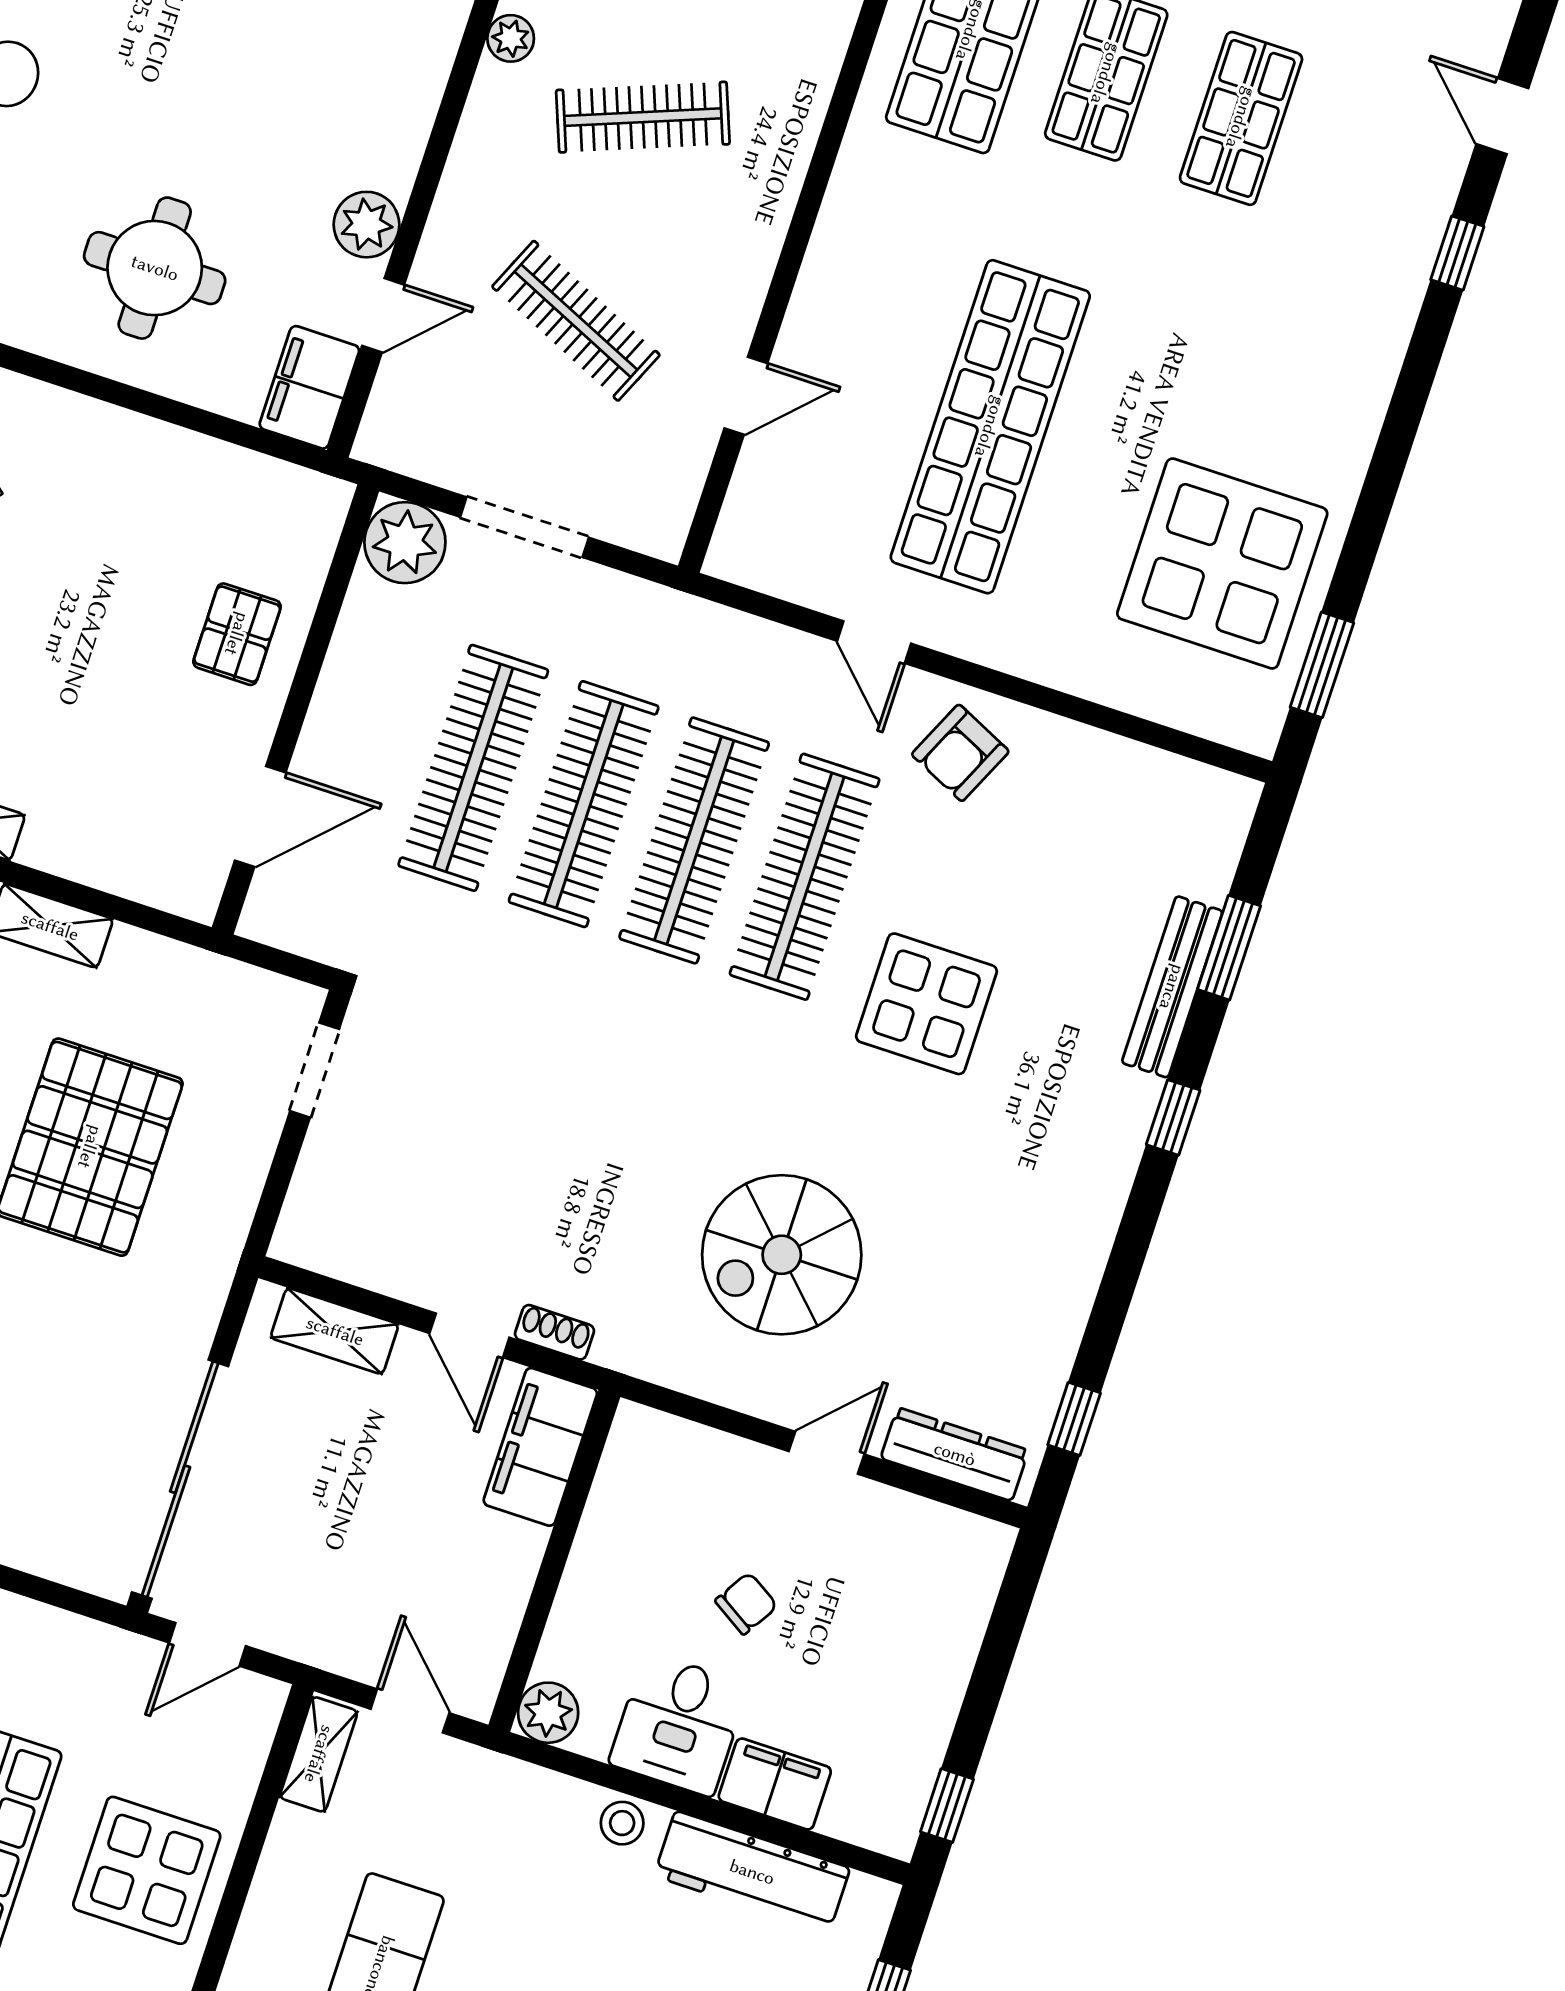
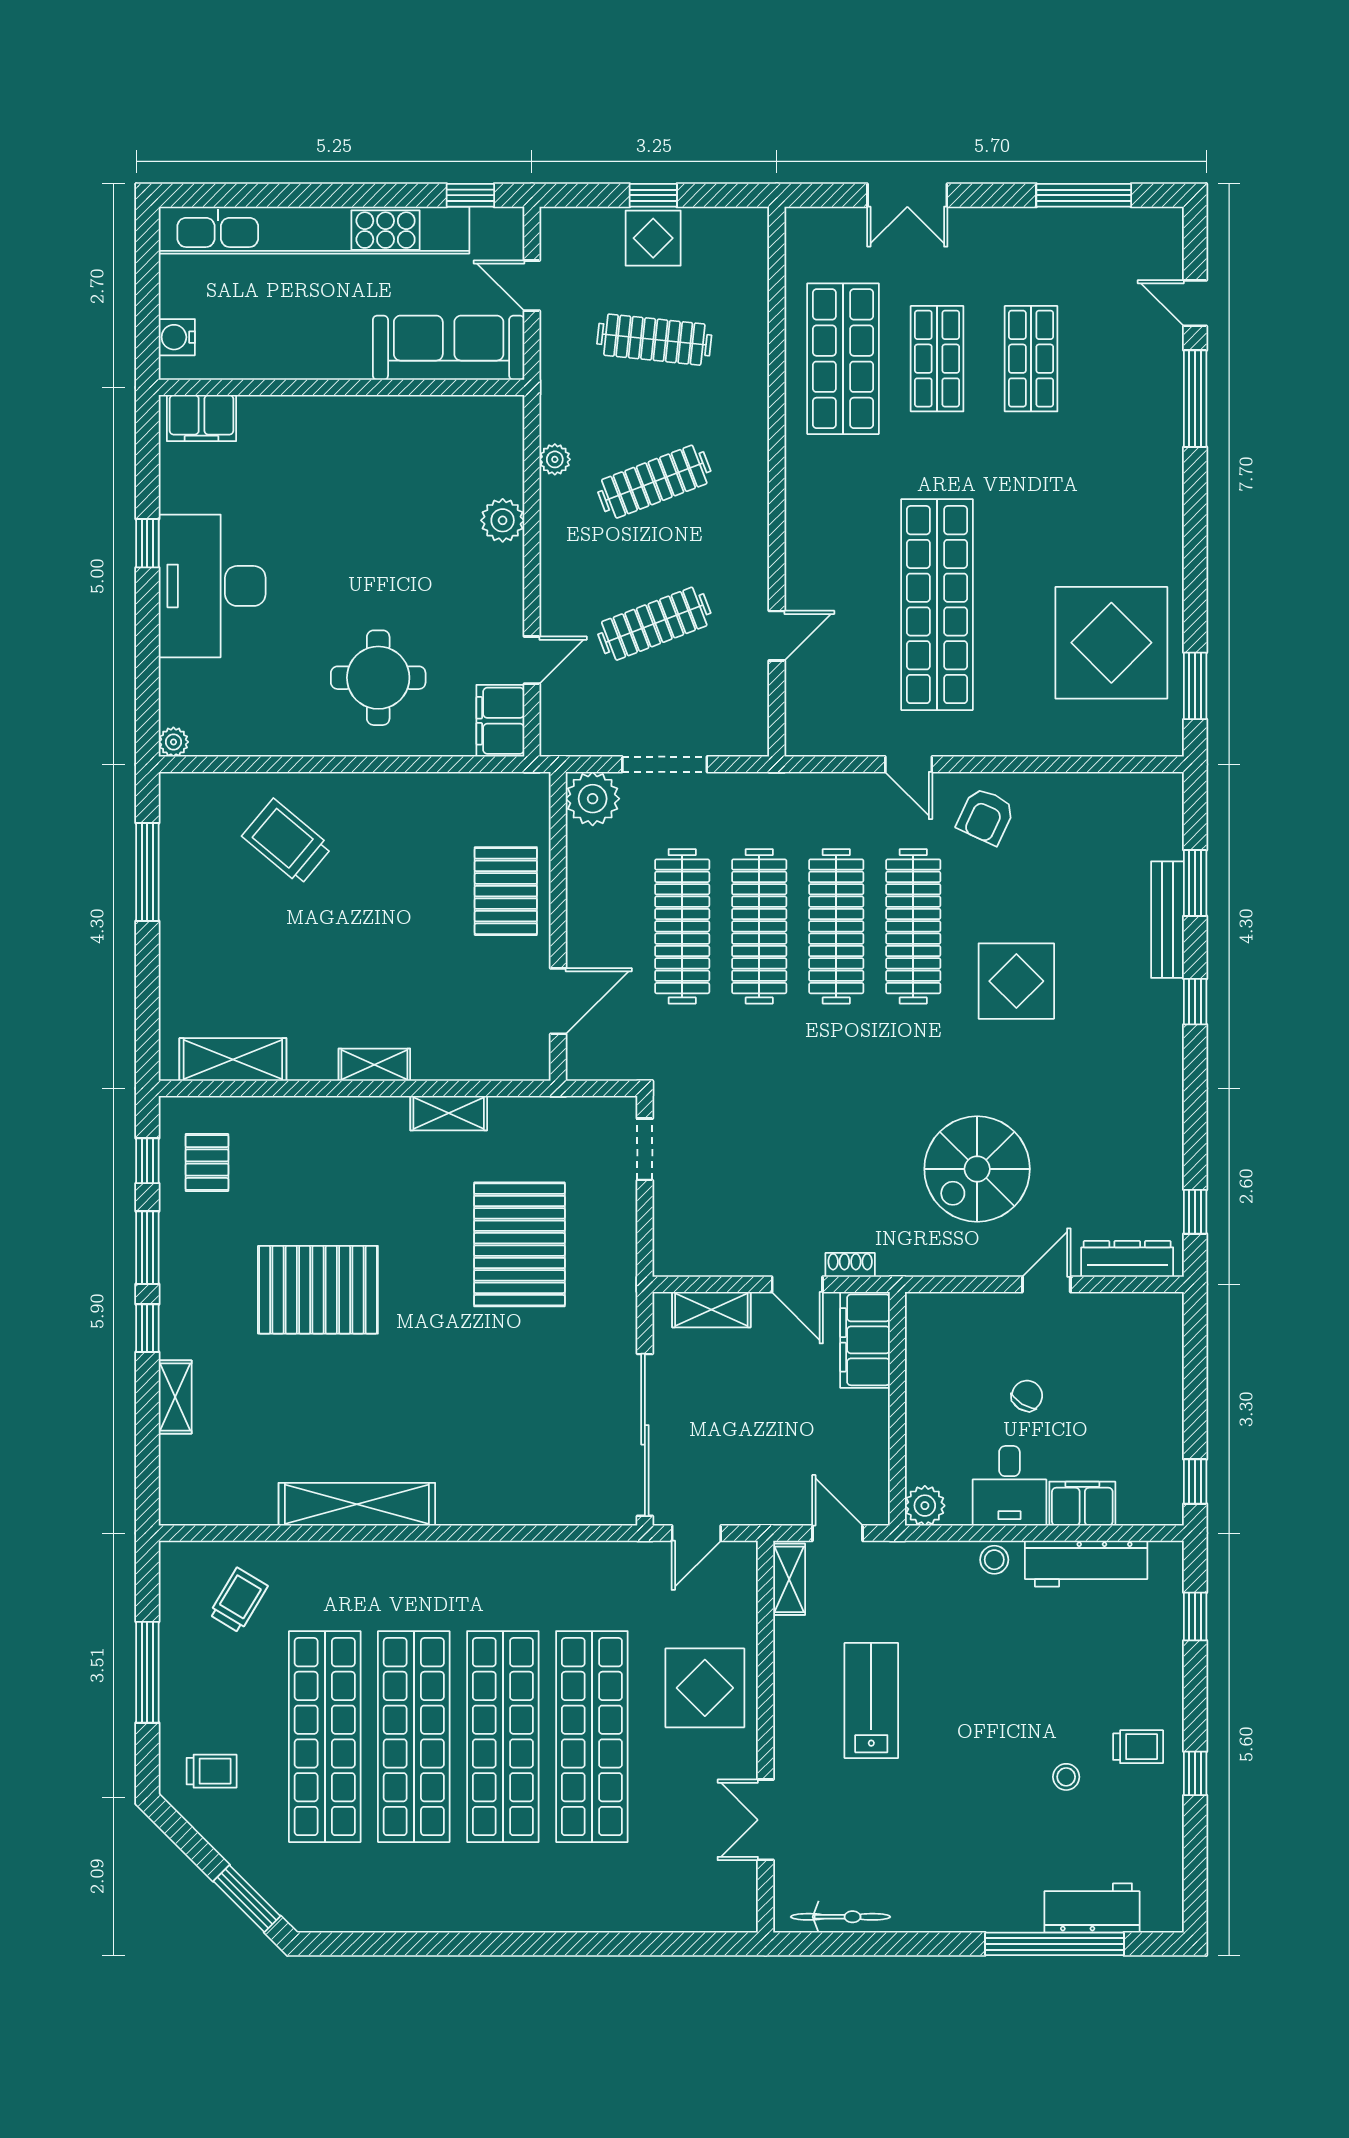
plant: (366, 225) -> (503, 520), moved
window: (1457, 253) -> (1195, 399), width x2.17
clothes rail: (576, 321) -> (654, 624), turned -45
pallet: (237, 634) -> (506, 891), width x1.50, depth x1.42

